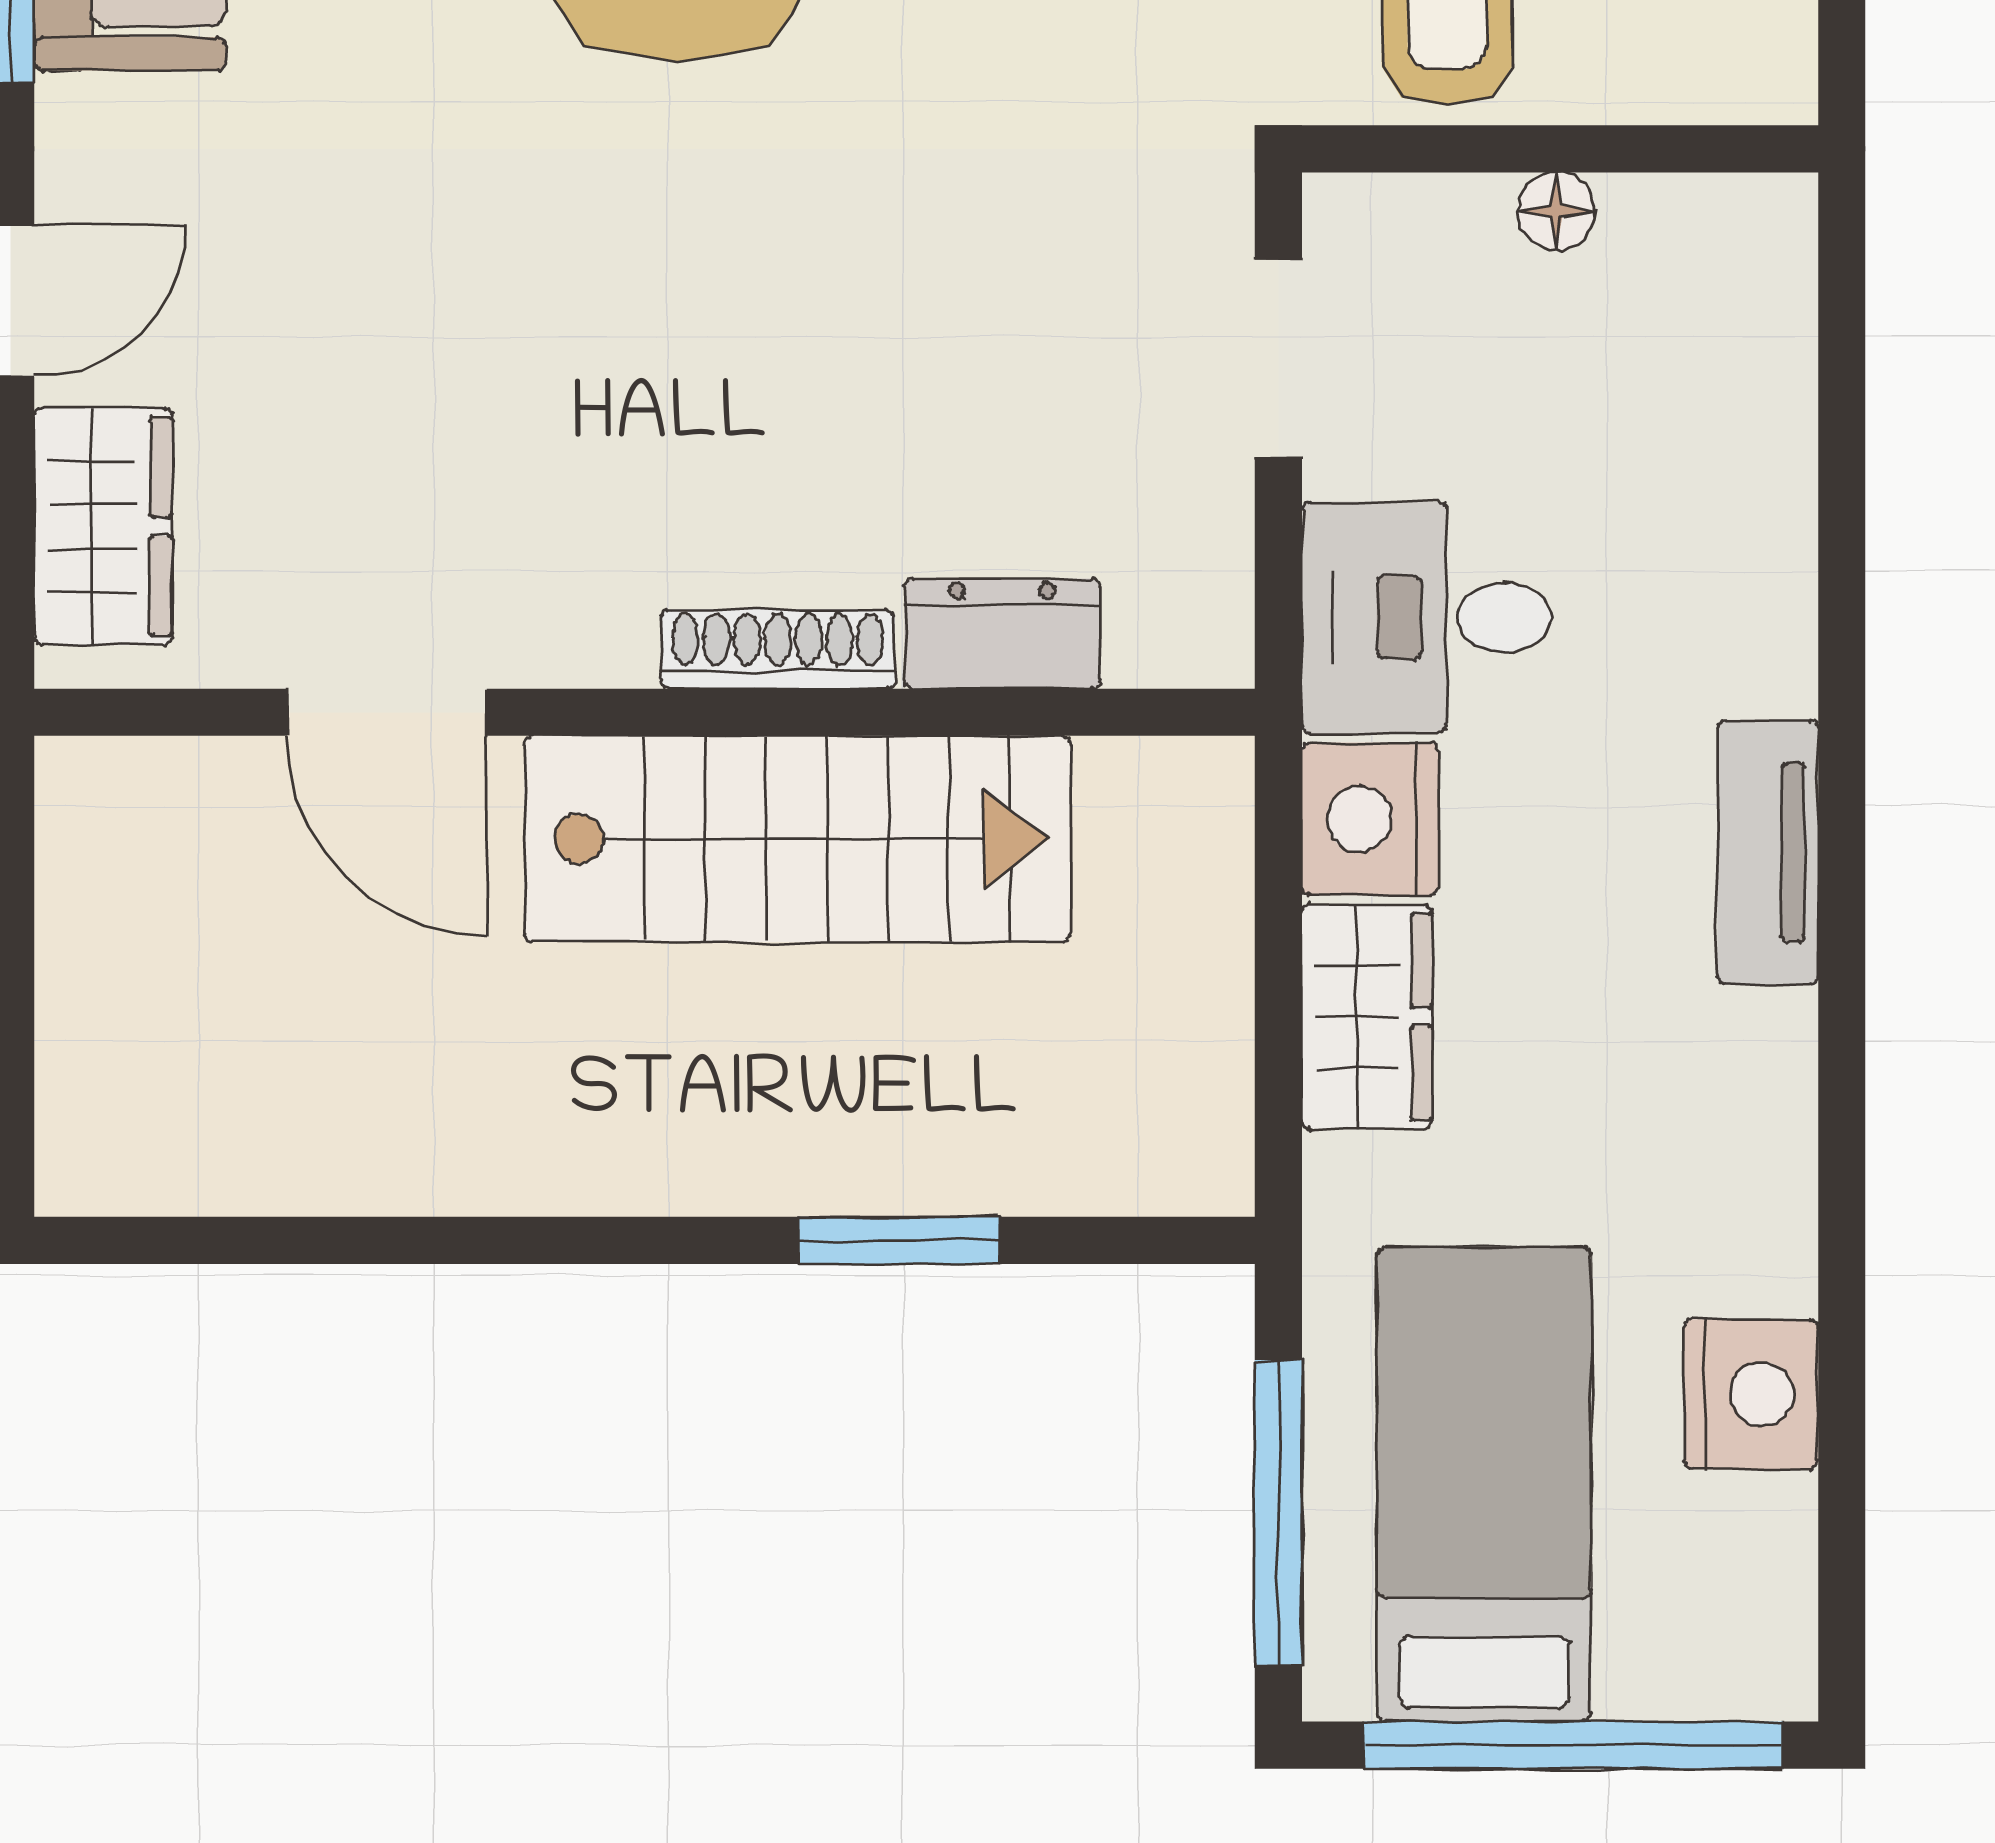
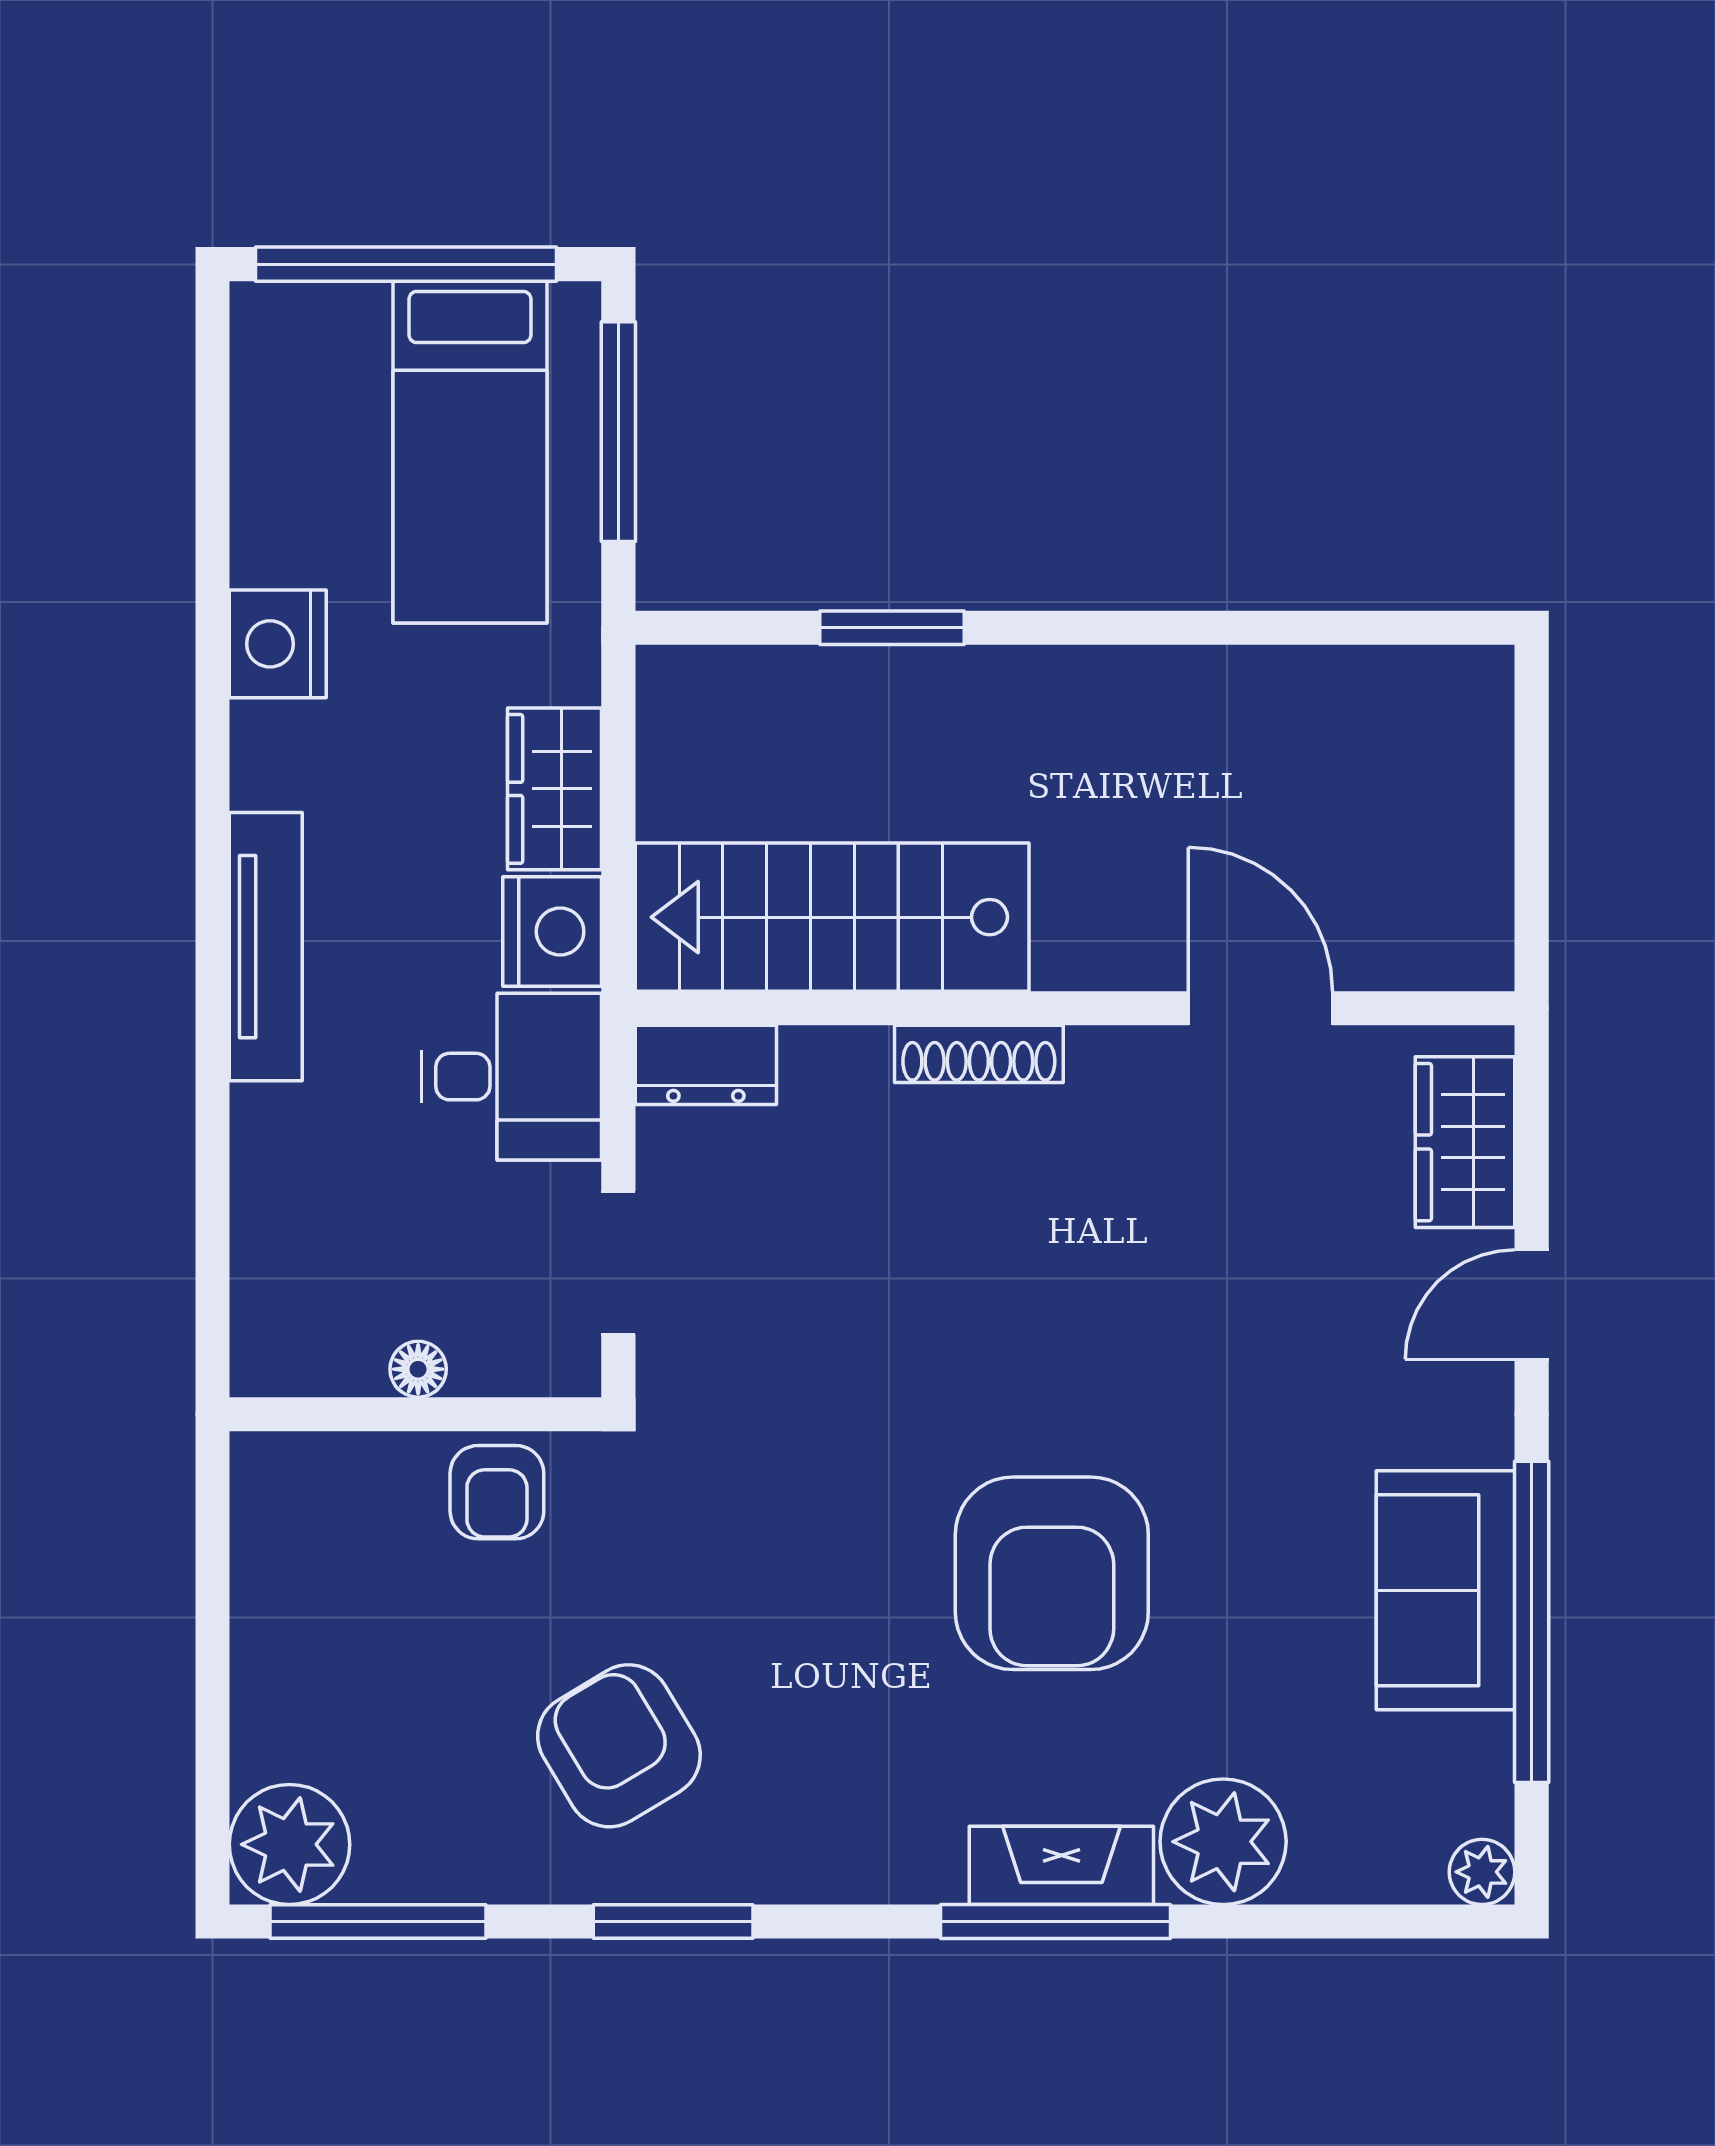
dresser: (1002, 634) -> (706, 1065), moved
stairs: (797, 839) -> (832, 917), moved
tv unit: (1768, 852) -> (266, 947), width x1.41
nightstand: (1751, 1394) -> (278, 644), moved

